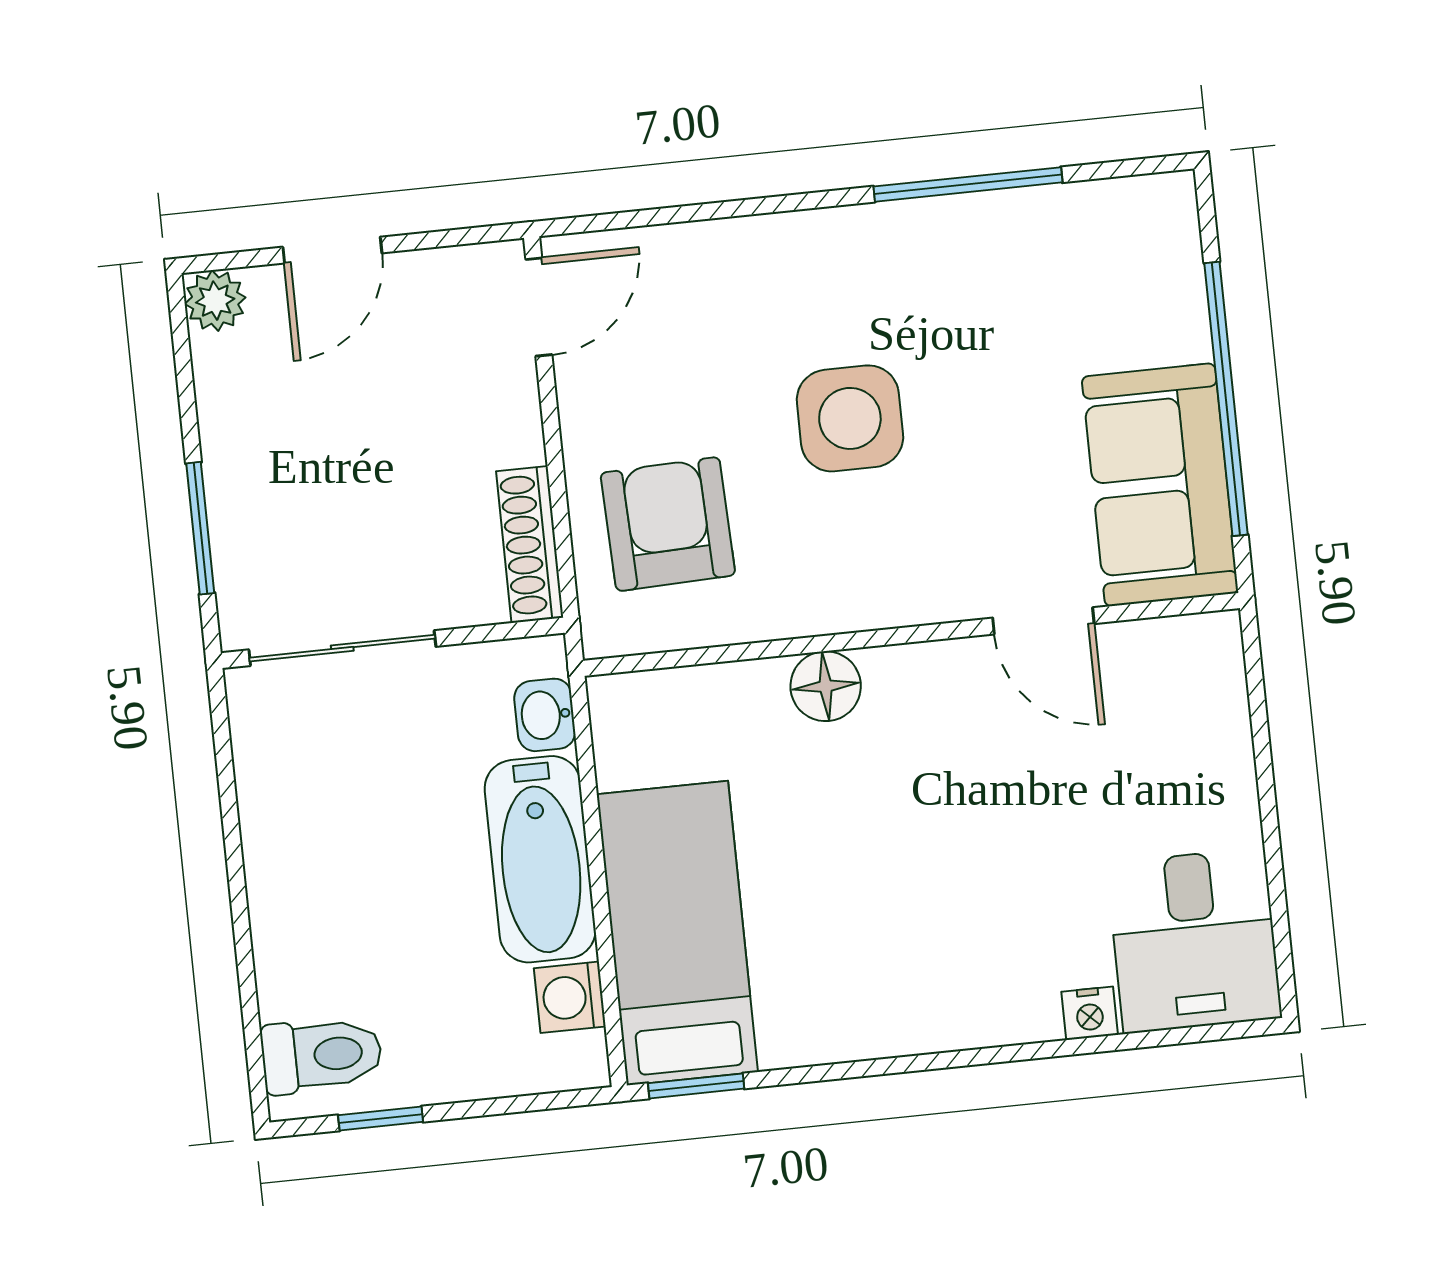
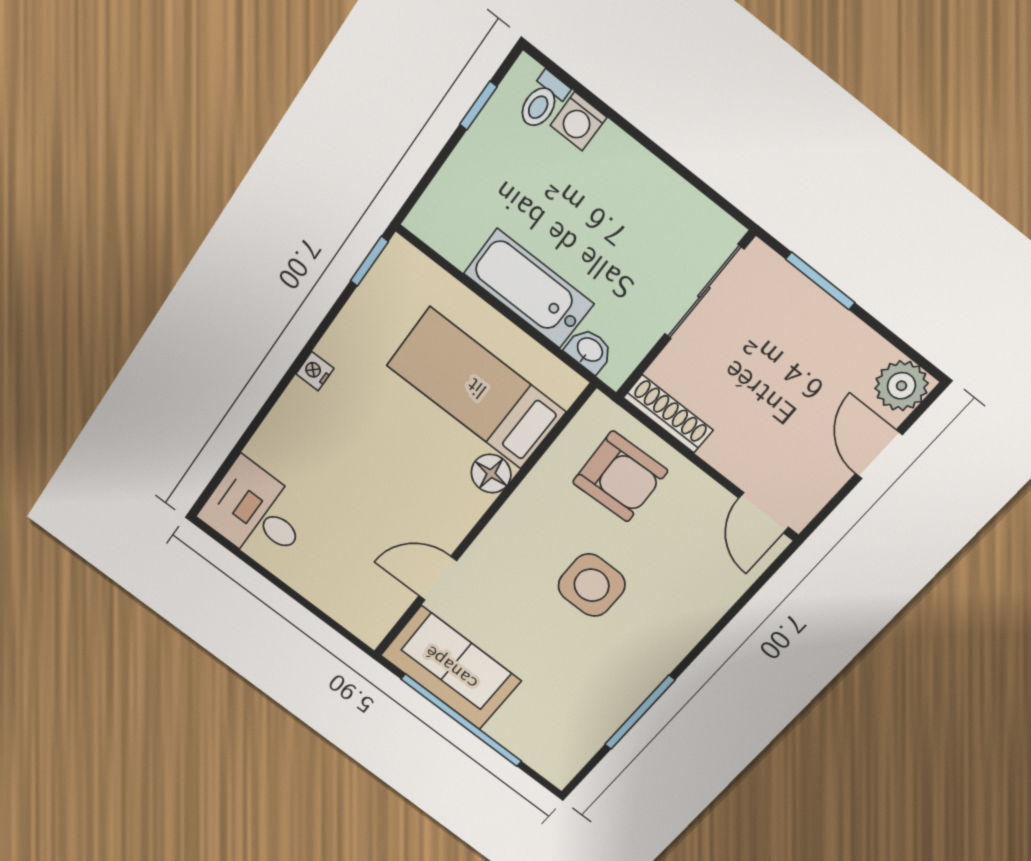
plant: (215, 301) -> (901, 386), width x1.38, depth x1.38
bed: (677, 933) -> (476, 388), moved, turned 180
washing machine: (570, 997) -> (578, 121), moved, turned 180
nightstand: (1090, 1013) -> (315, 371), moved
toilet: (322, 1055) -> (543, 101), width x0.73, depth x0.72

